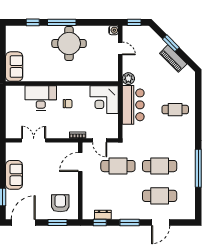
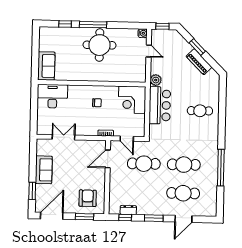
desk: (41, 98) -> (52, 96), moved

